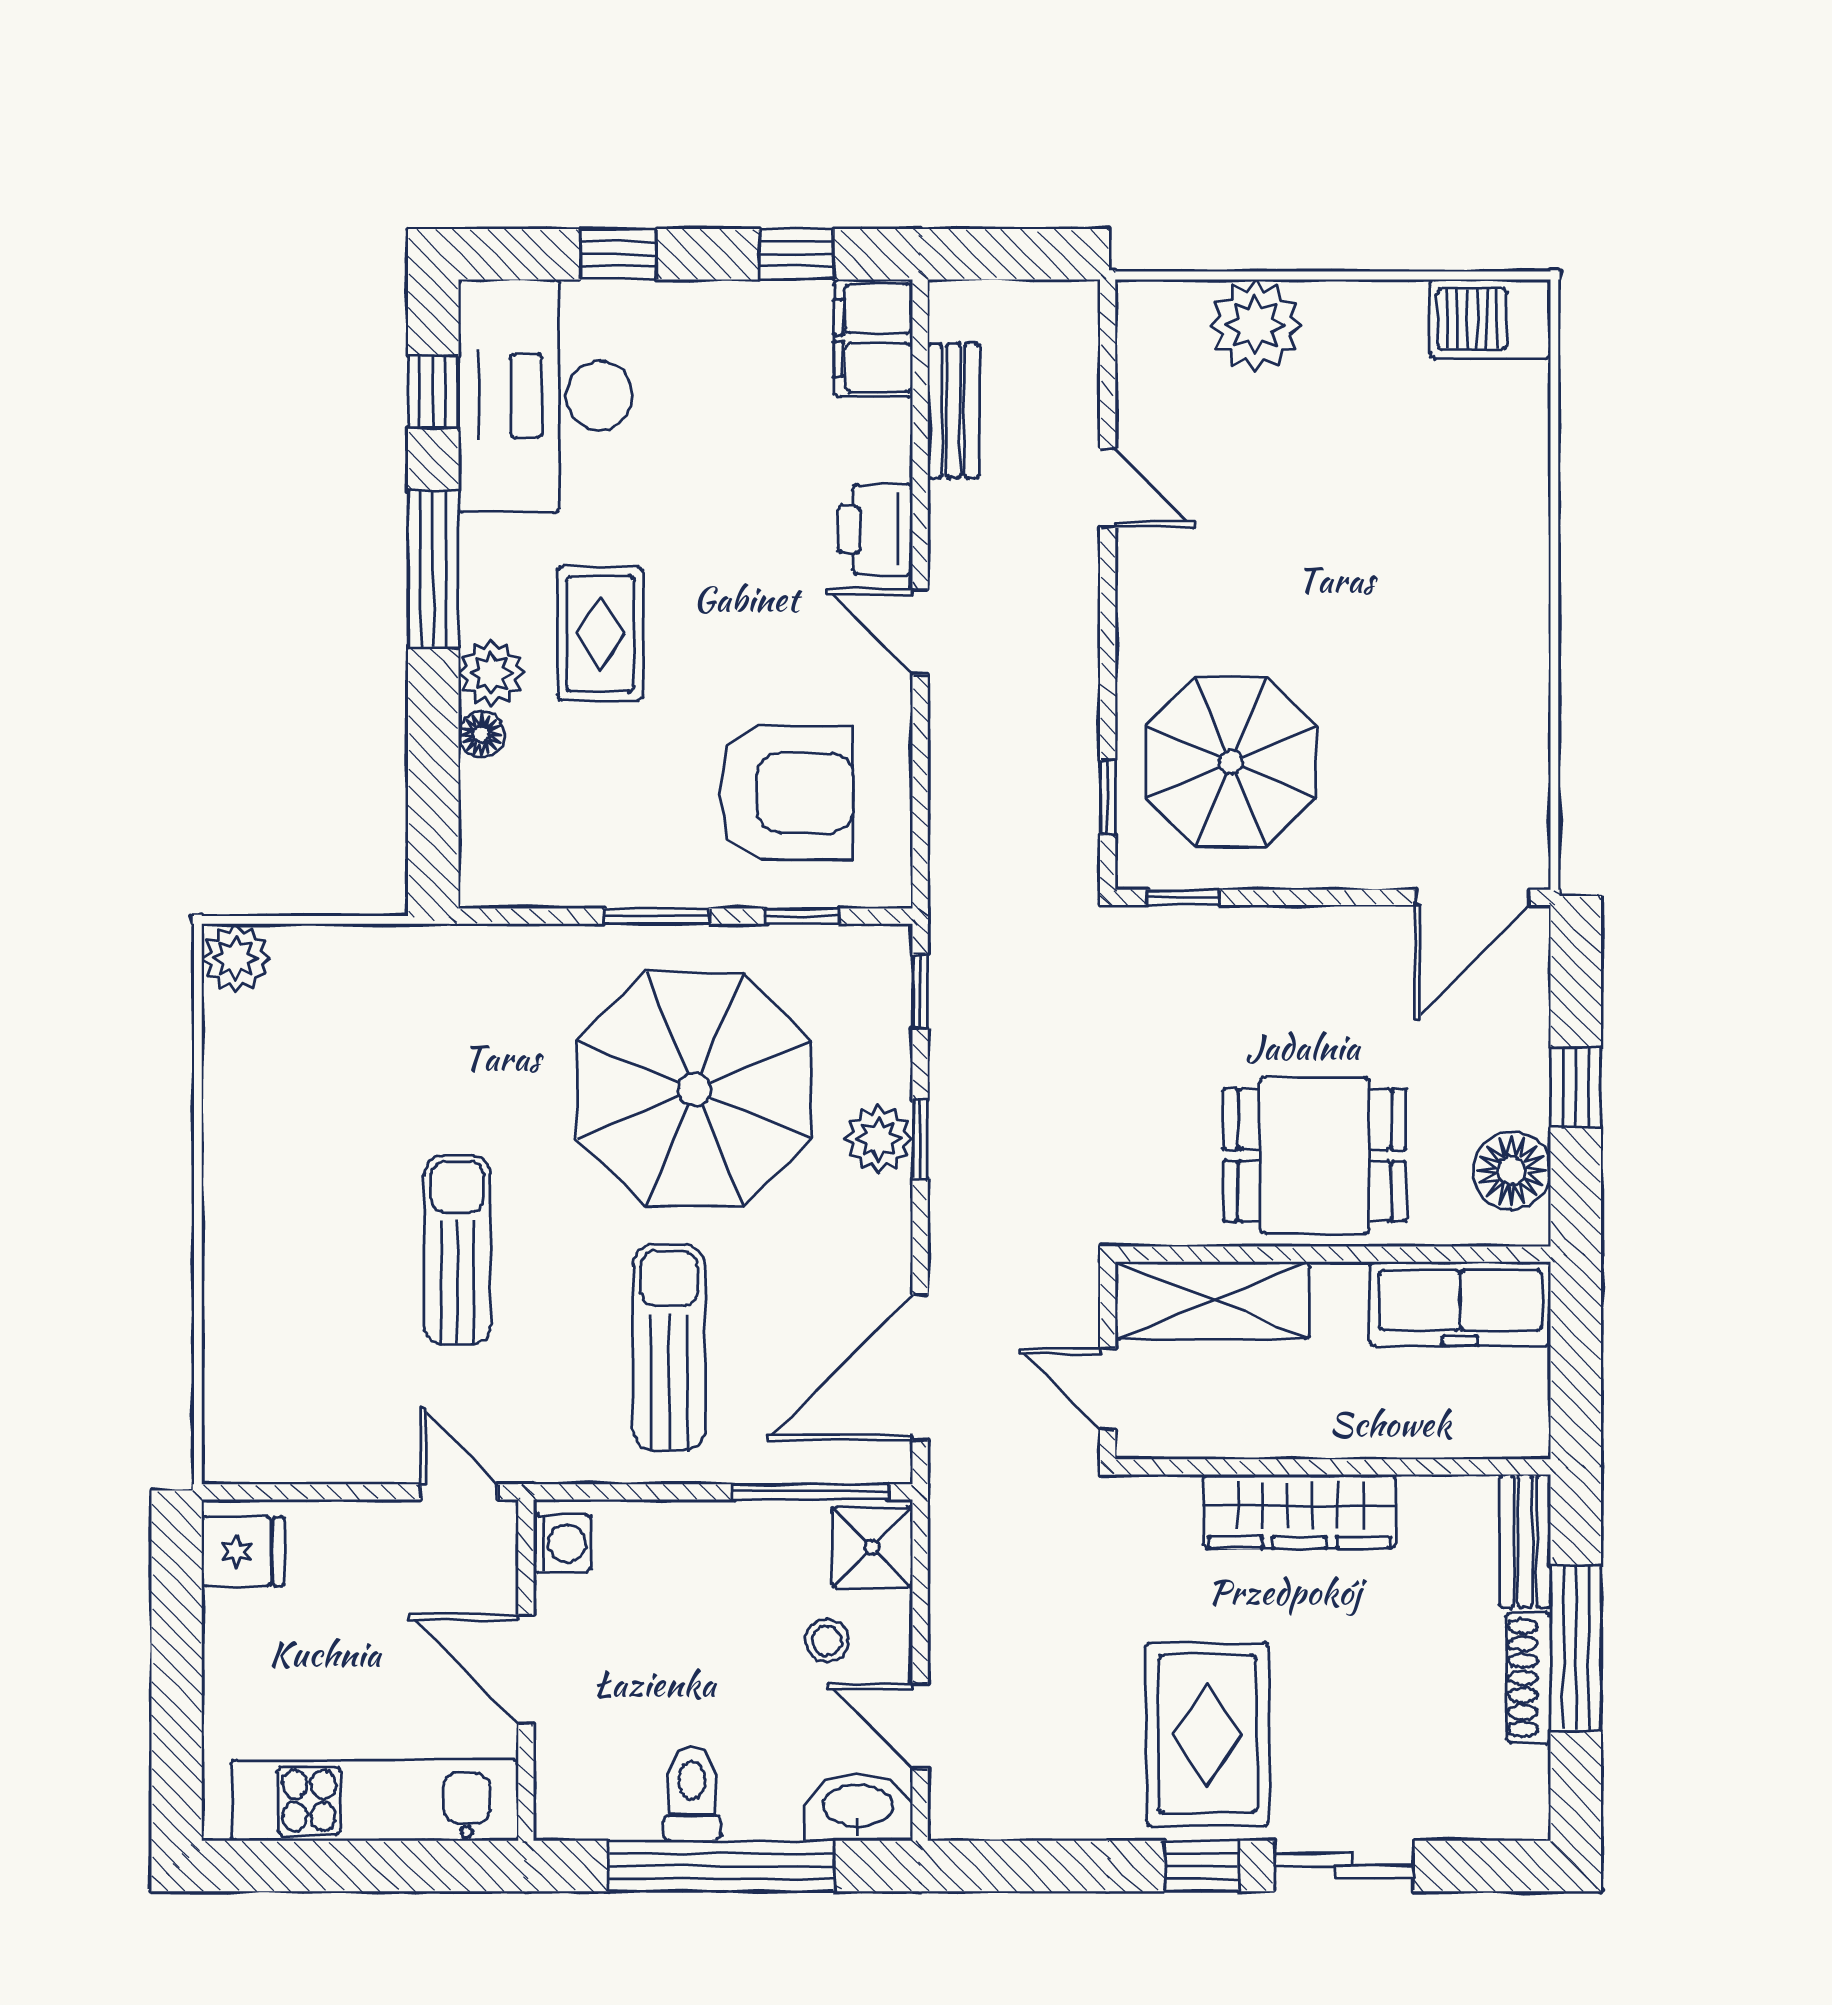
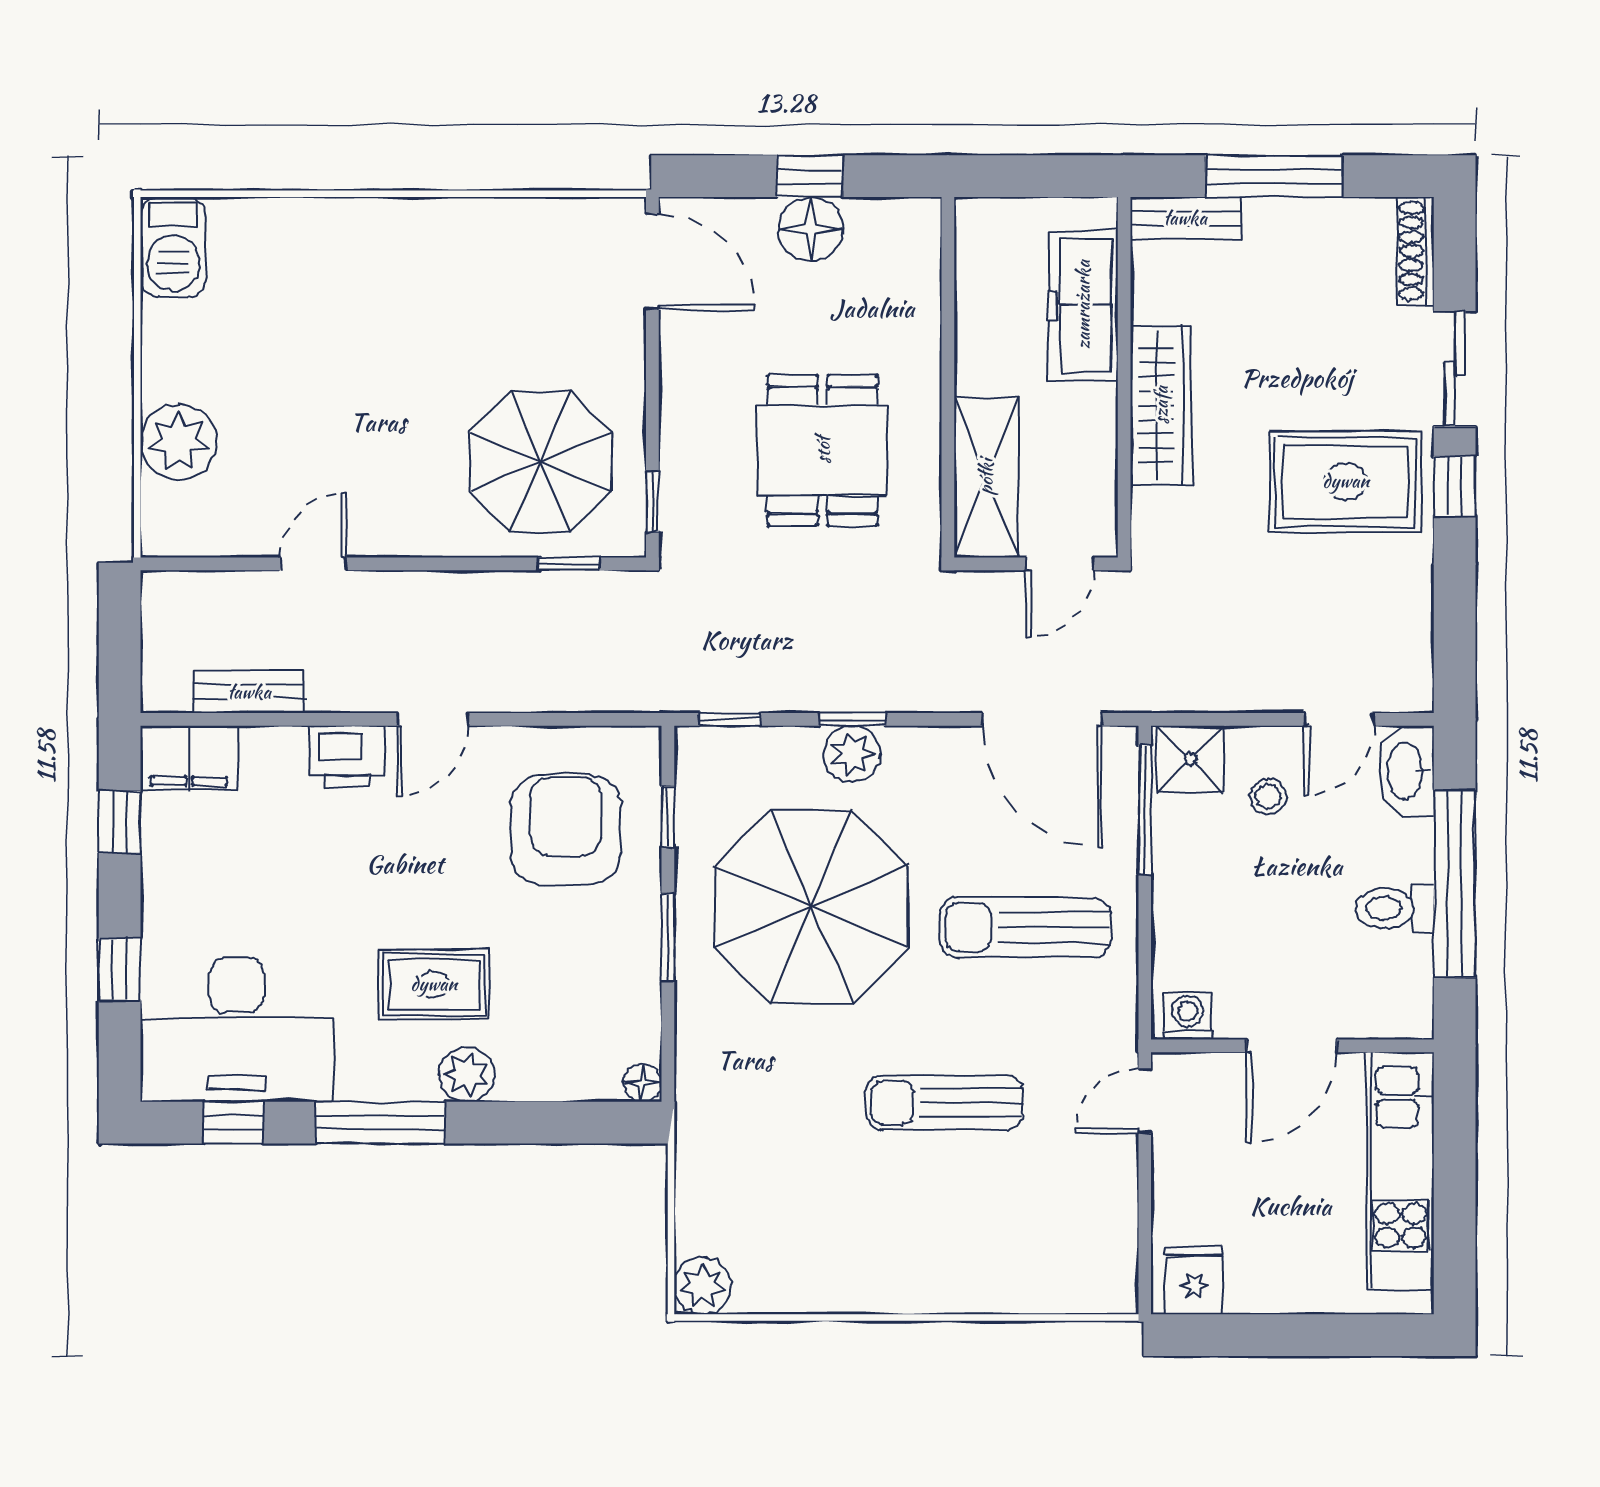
floor lamp: (481, 734) -> (643, 1083), moved
dining table: (1315, 1155) -> (823, 450), moved
floor lamp: (1512, 1171) -> (811, 229), moved
freezer: (1460, 1304) -> (1083, 305), moved, turned 180
shoe rack: (1529, 1678) -> (1416, 251), moved, turned 90

